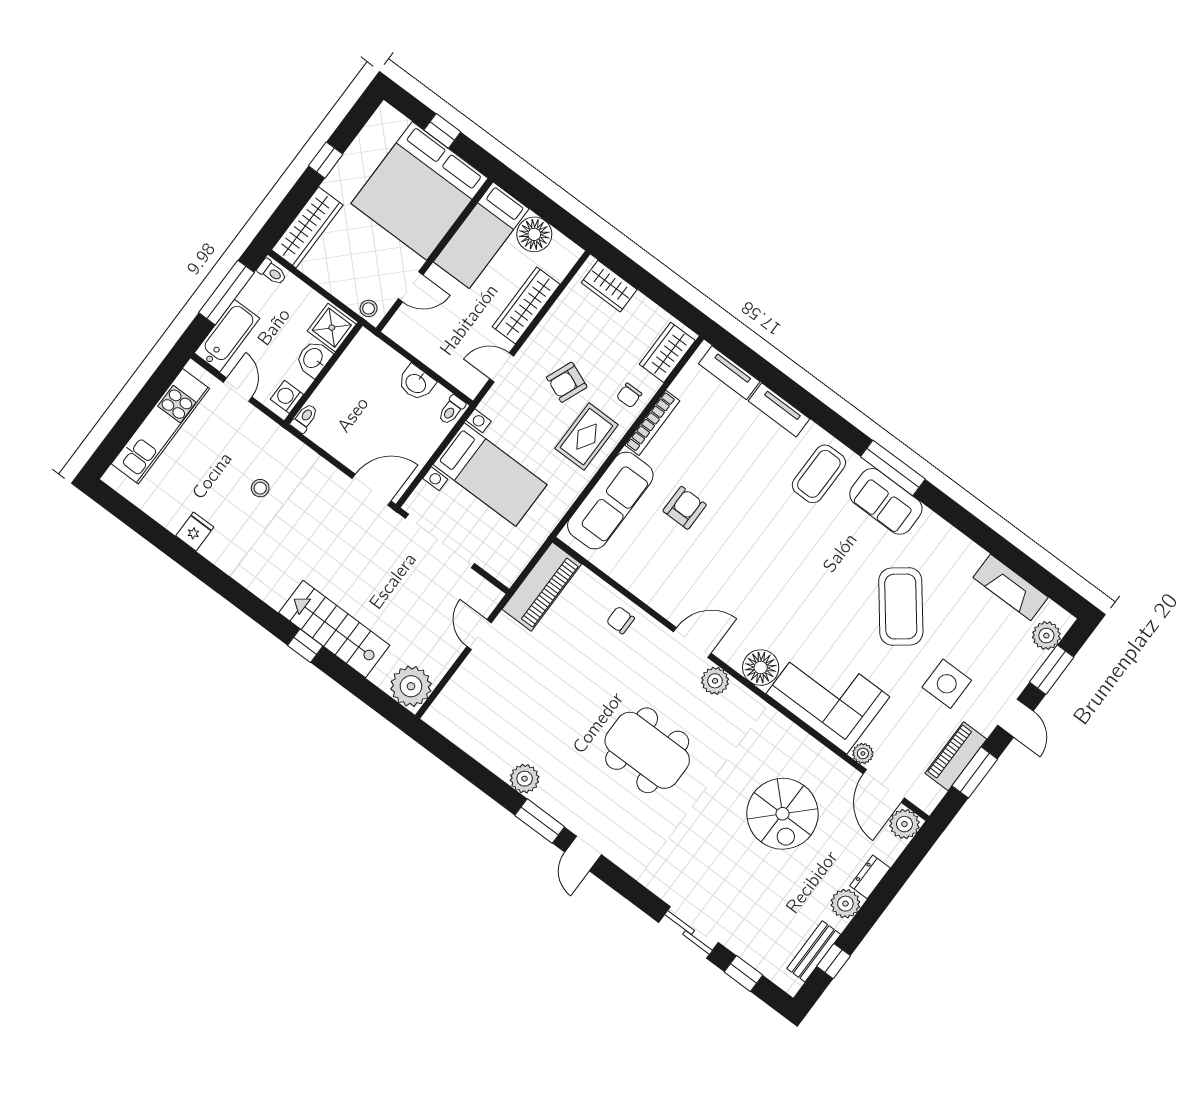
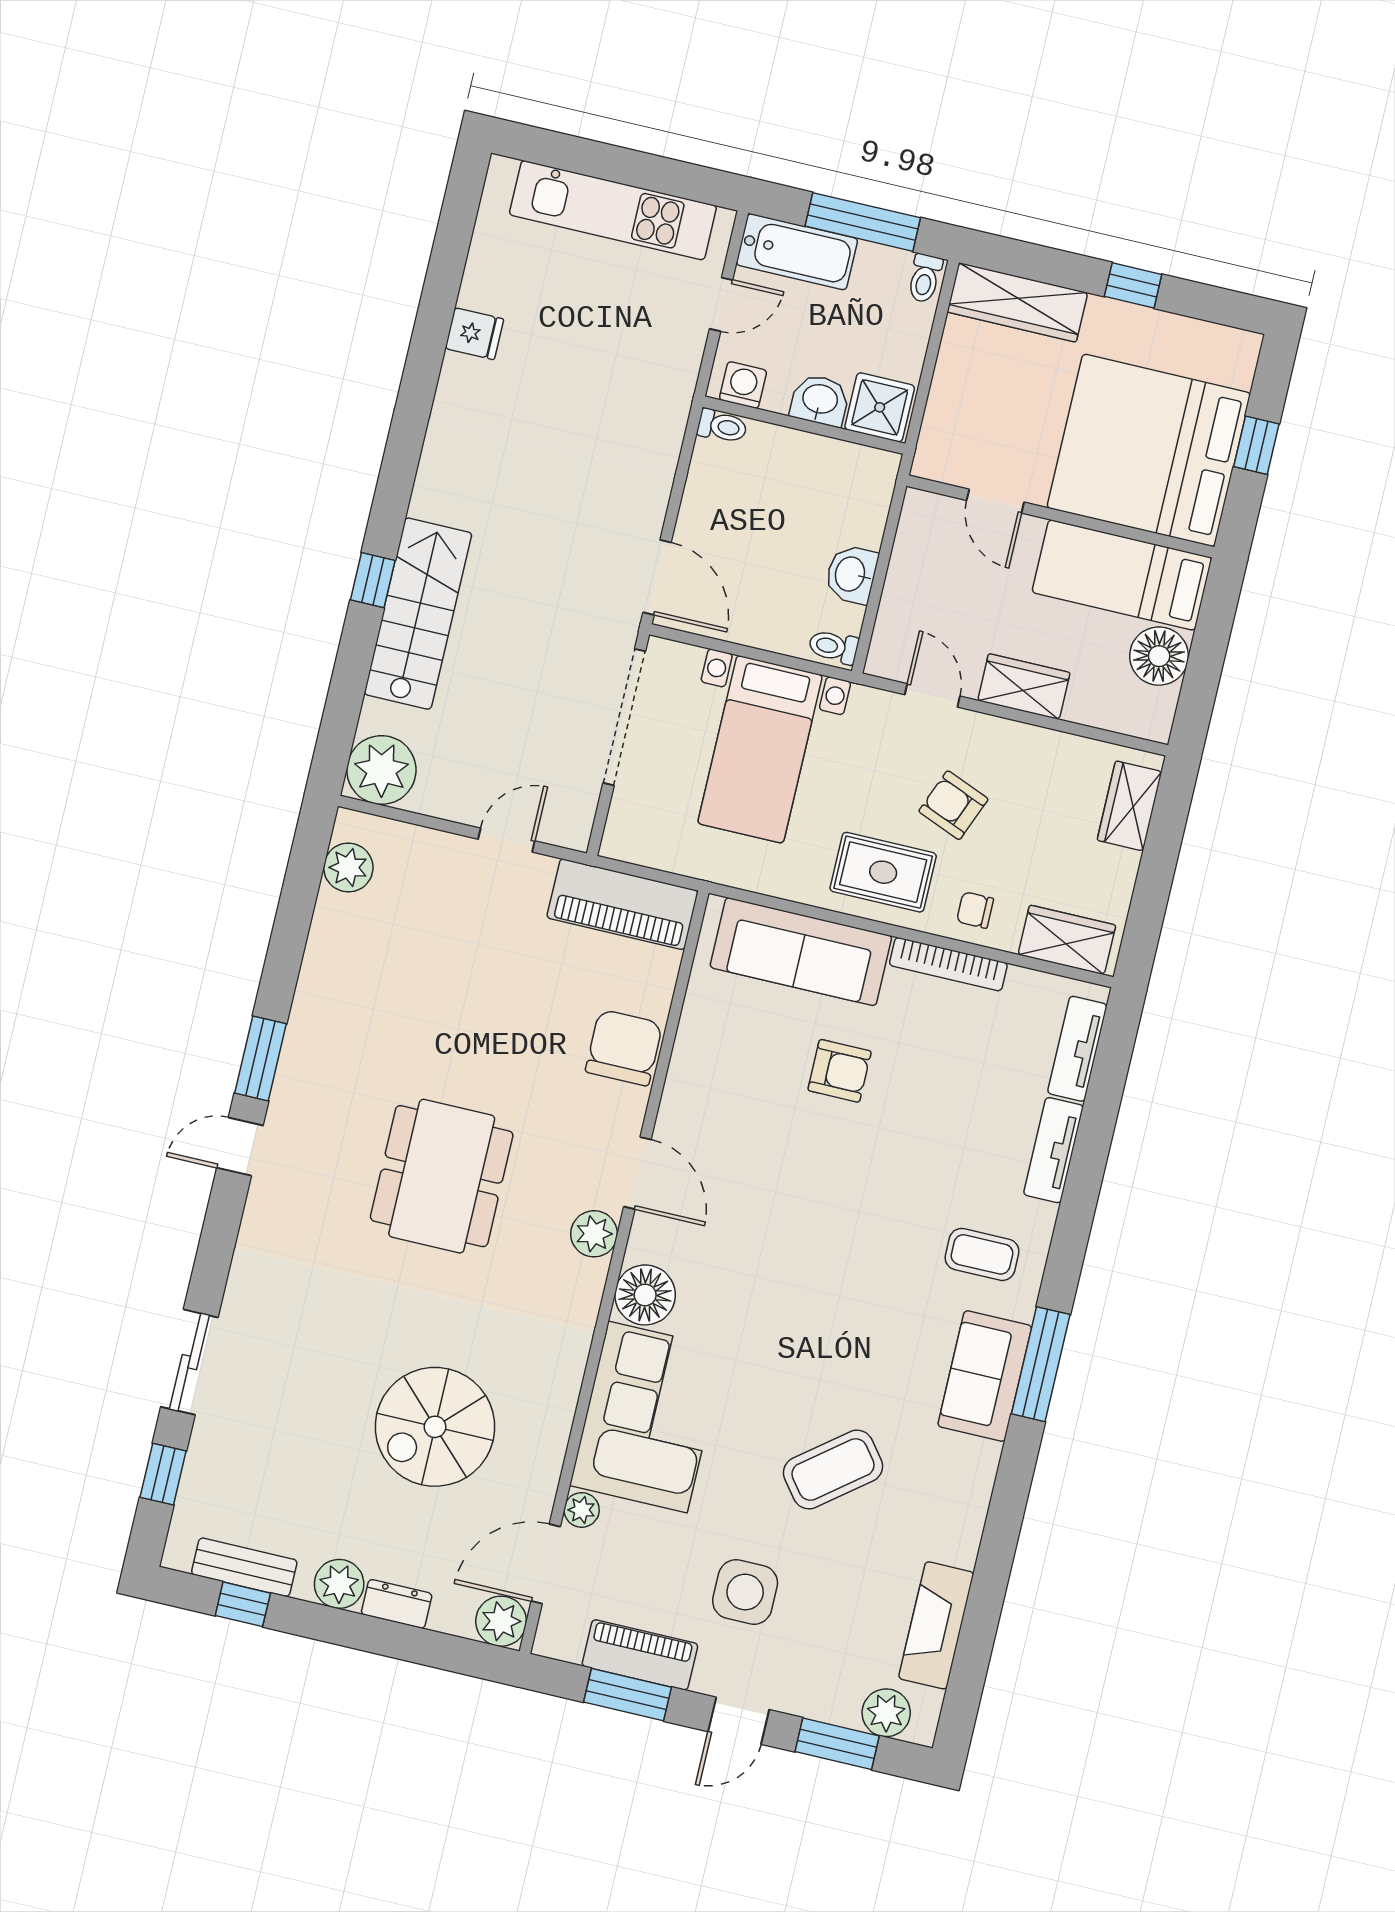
wardrobe: (526, 305) -> (1024, 687), width x0.67
stool: (369, 308) -> (934, 451), removed
coffee table: (819, 474) -> (982, 1254), width x0.73, depth x0.77
stool: (260, 488) -> (585, 405), removed
coffee table: (901, 607) -> (833, 1470), width x0.73, depth x0.76
chair: (620, 620) -> (624, 1048), width x1.87, depth x1.87
plant: (525, 779) -> (348, 868), moved

